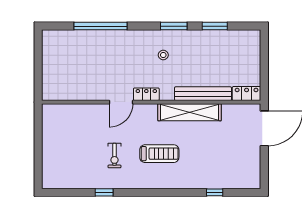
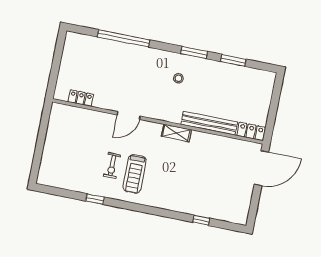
locker: (146, 94) -> (81, 98), moved
shelving: (190, 112) -> (176, 133), width x0.45, depth x0.75
treadmill: (159, 154) -> (135, 174), moved, turned 90

